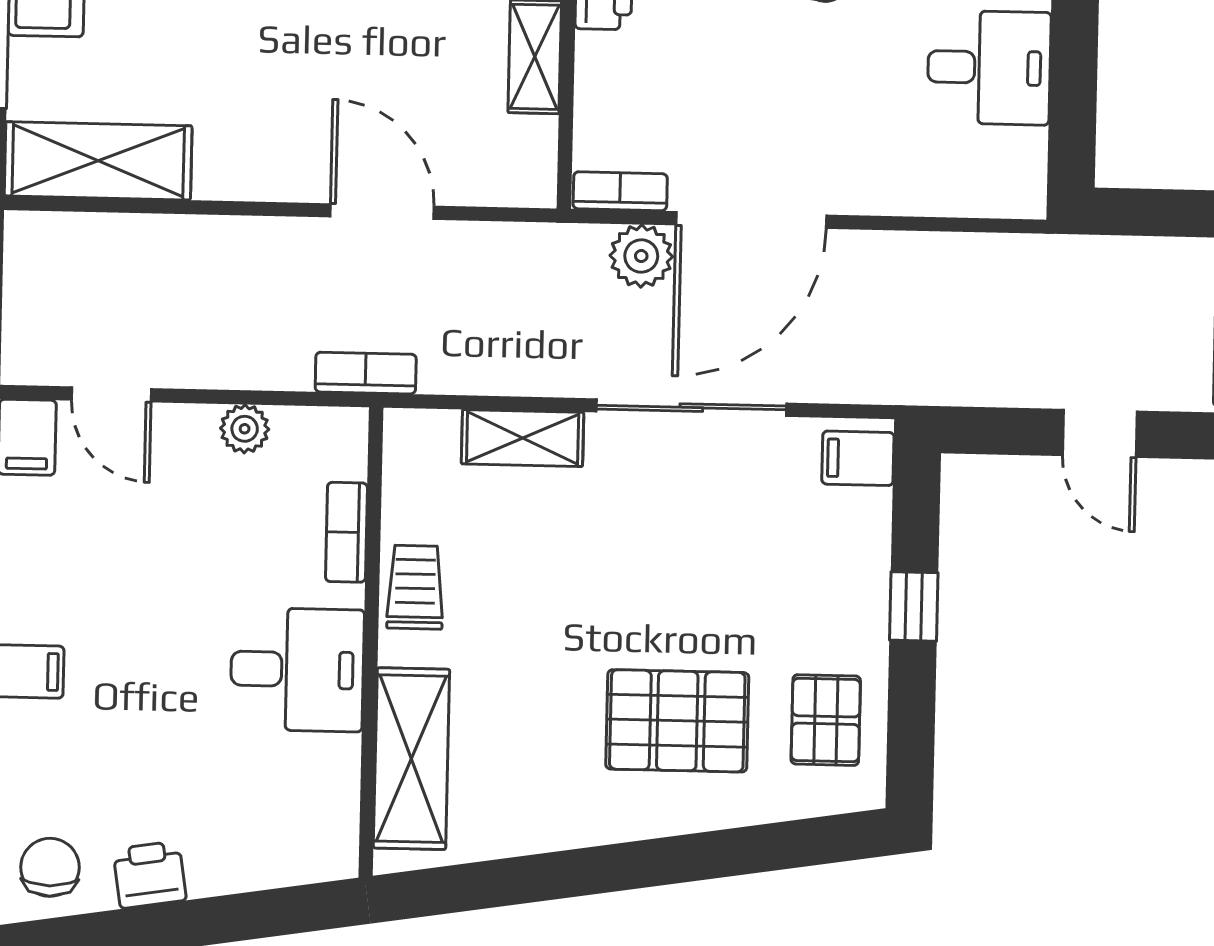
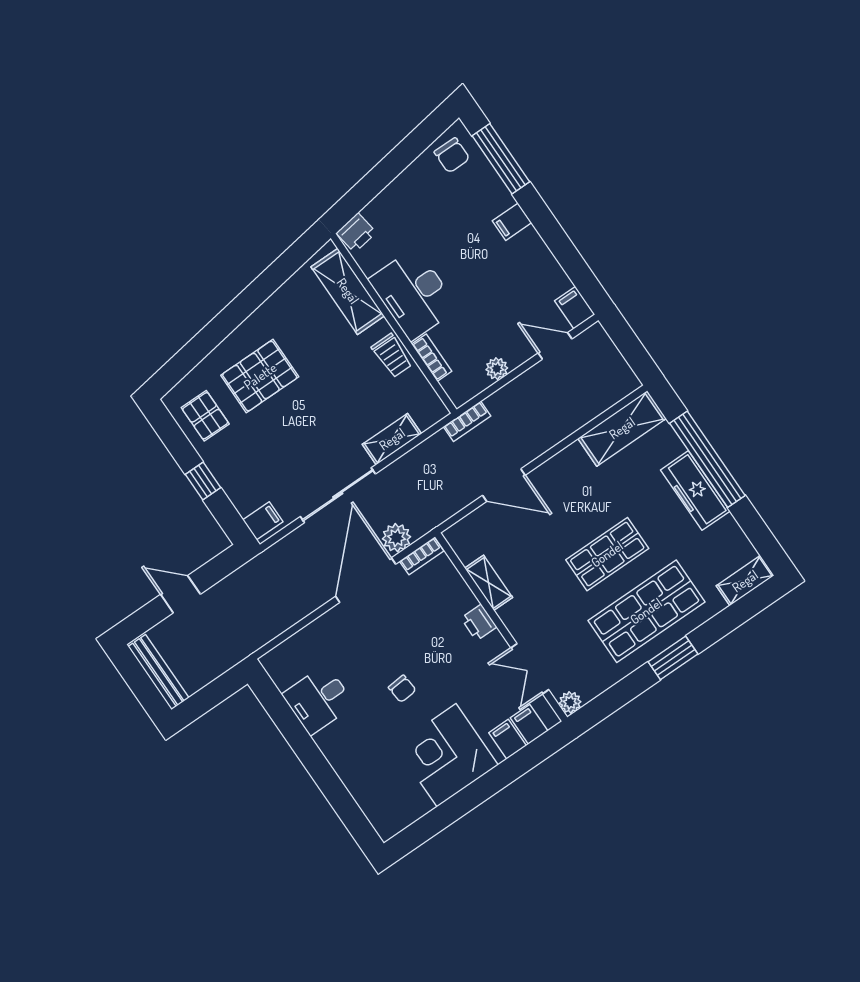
desk: (297, 670) -> (413, 294), width x1.37
printer: (150, 875) -> (356, 233), moved

